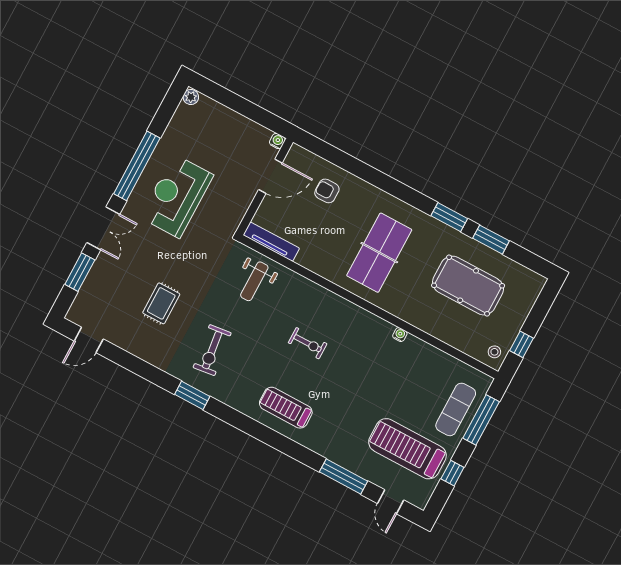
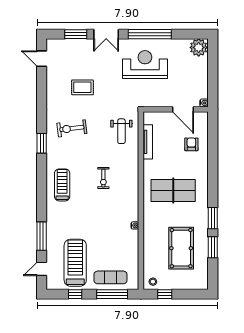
plant: (191, 97) -> (199, 47), width x1.88, depth x1.88
tv unit: (271, 242) -> (148, 142), moved
weight bench: (254, 281) -> (121, 131), turned -90
window: (192, 395) -> (42, 143), moved

